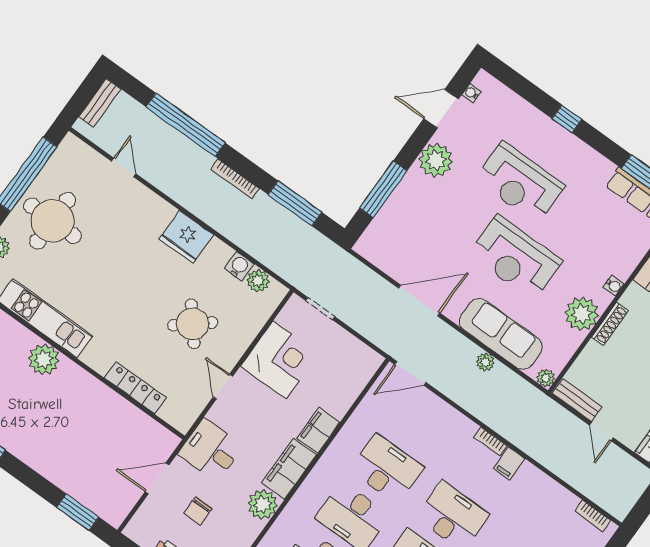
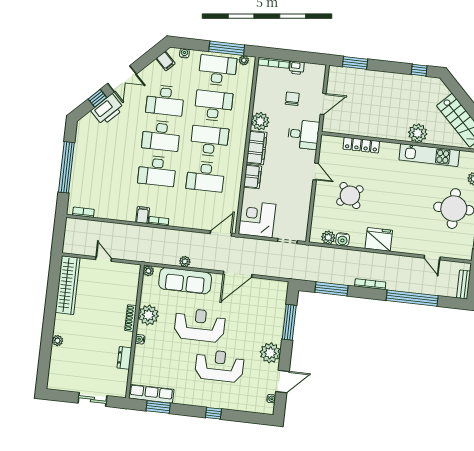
corner desk: (279, 360) -> (257, 219), moved, turned 90
bench: (577, 400) -> (125, 268), removed

